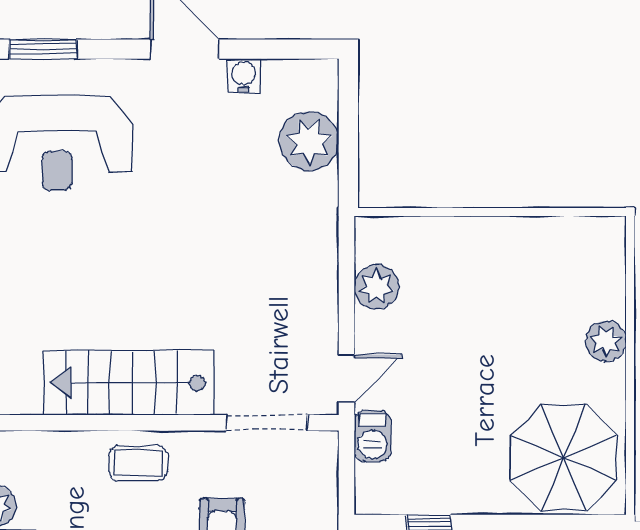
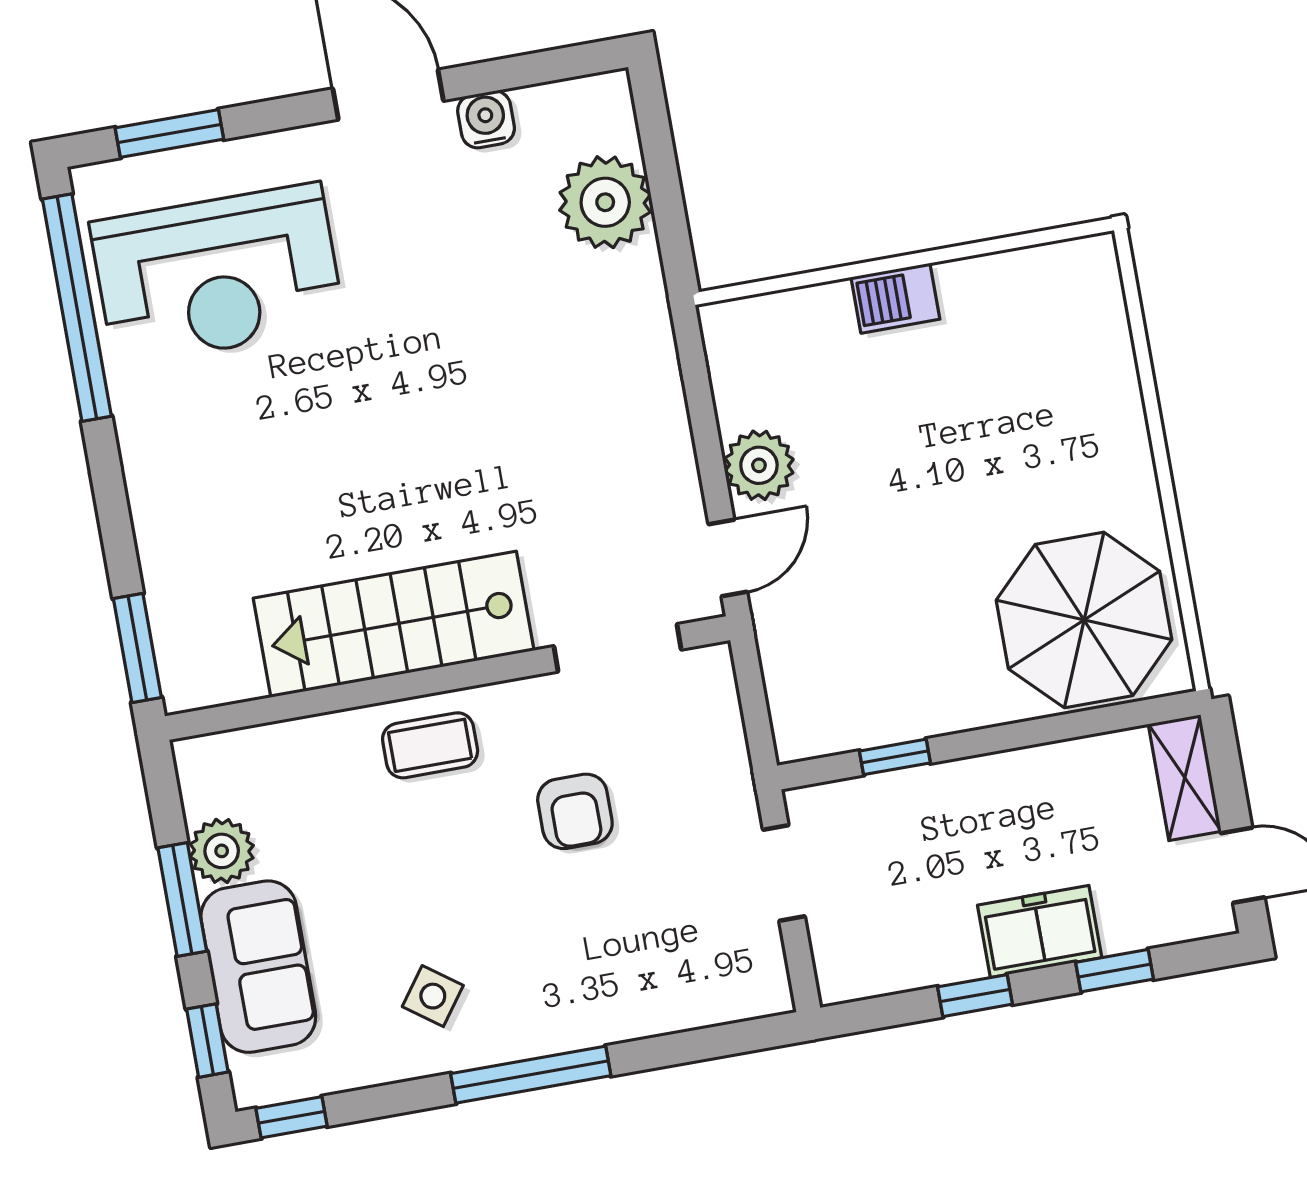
plant: (376, 287) -> (759, 465), moved
plant: (606, 341) -> (1118, 429), removed
barbecue: (372, 436) -> (895, 298), moved, turned 90

